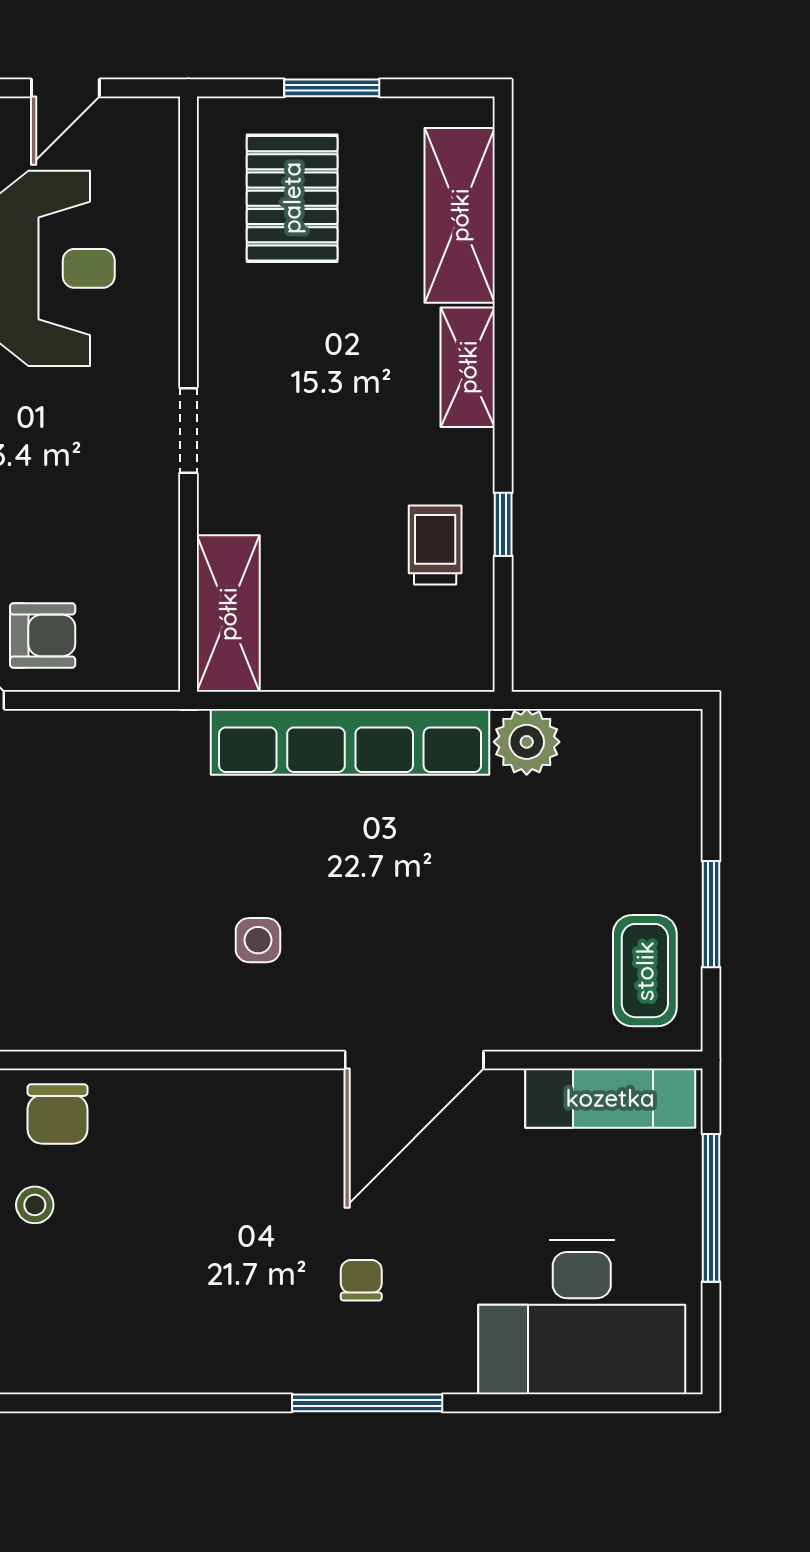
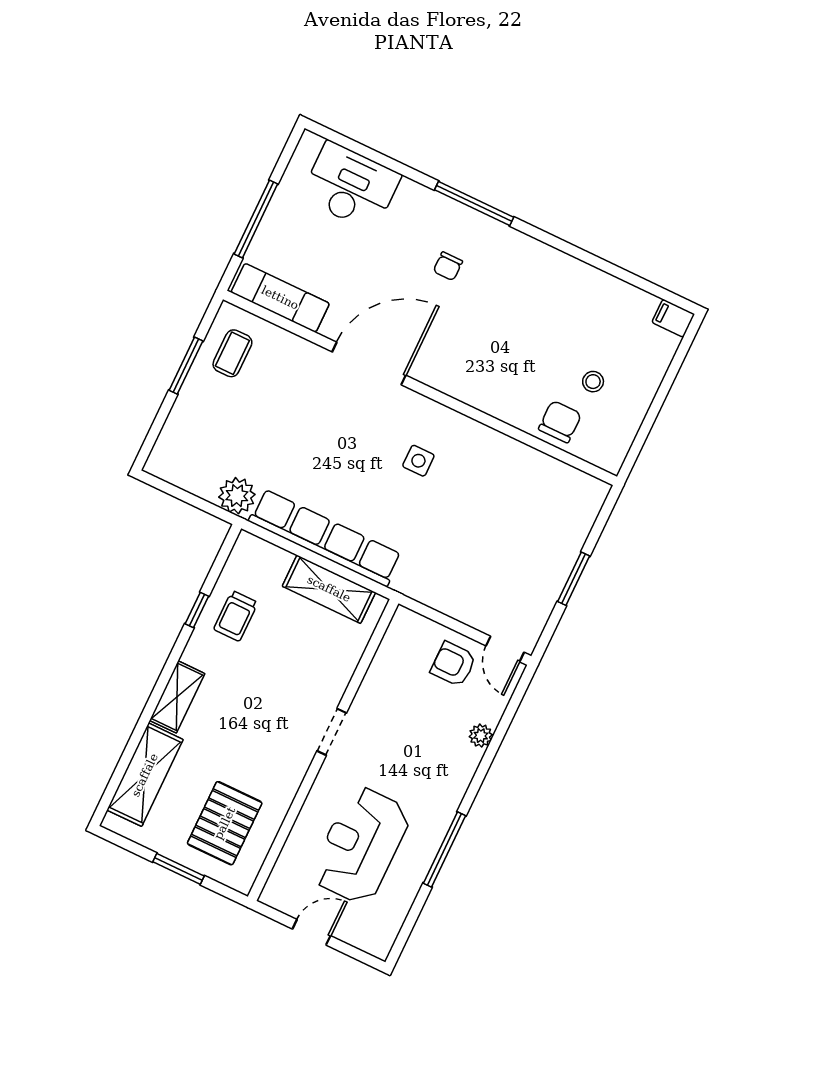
shelving: (228, 614) -> (329, 589), moved, turned 90
coffee table: (645, 971) -> (232, 353), width x0.73, depth x0.77
desk: (582, 1317) -> (351, 186), width x0.73, depth x0.77

